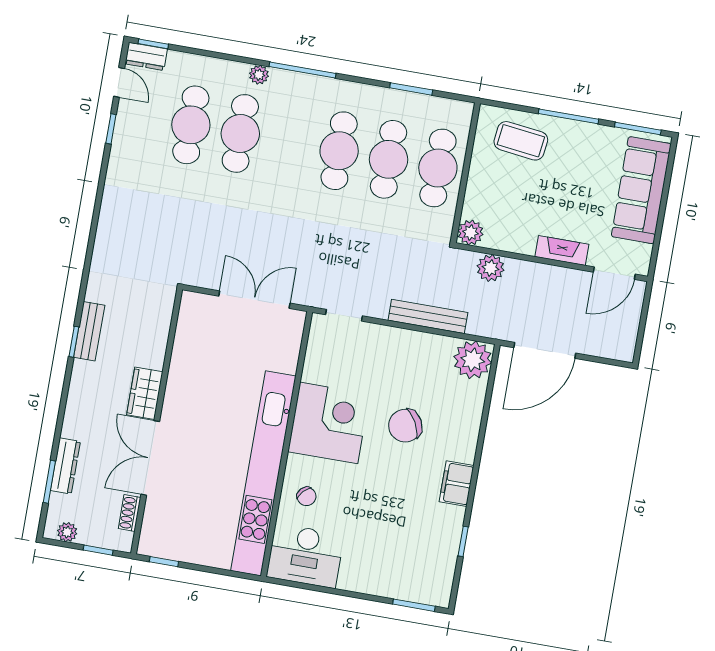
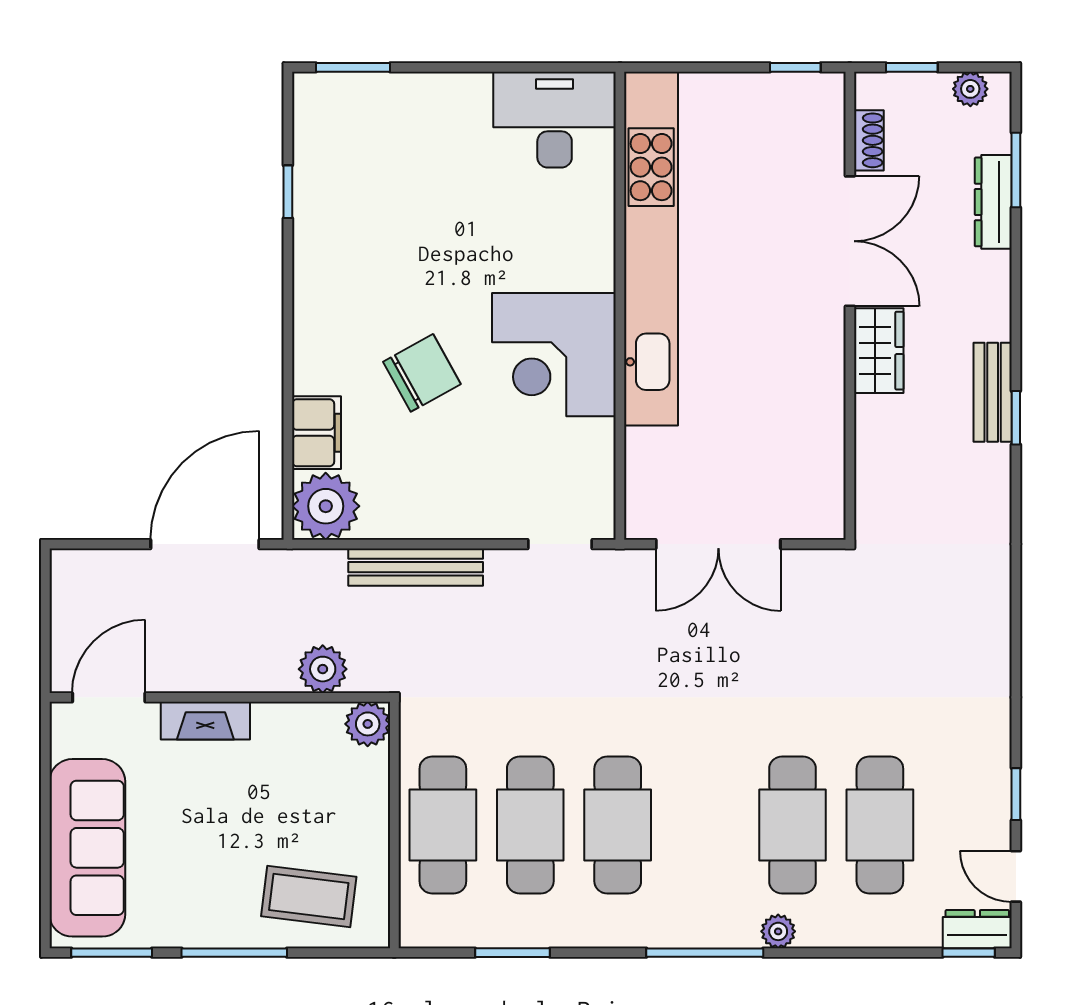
bench: (89, 331) -> (993, 392), moved
filing cabinet: (456, 484) -> (317, 433), moved
chair: (307, 496) -> (570, 222), removed

